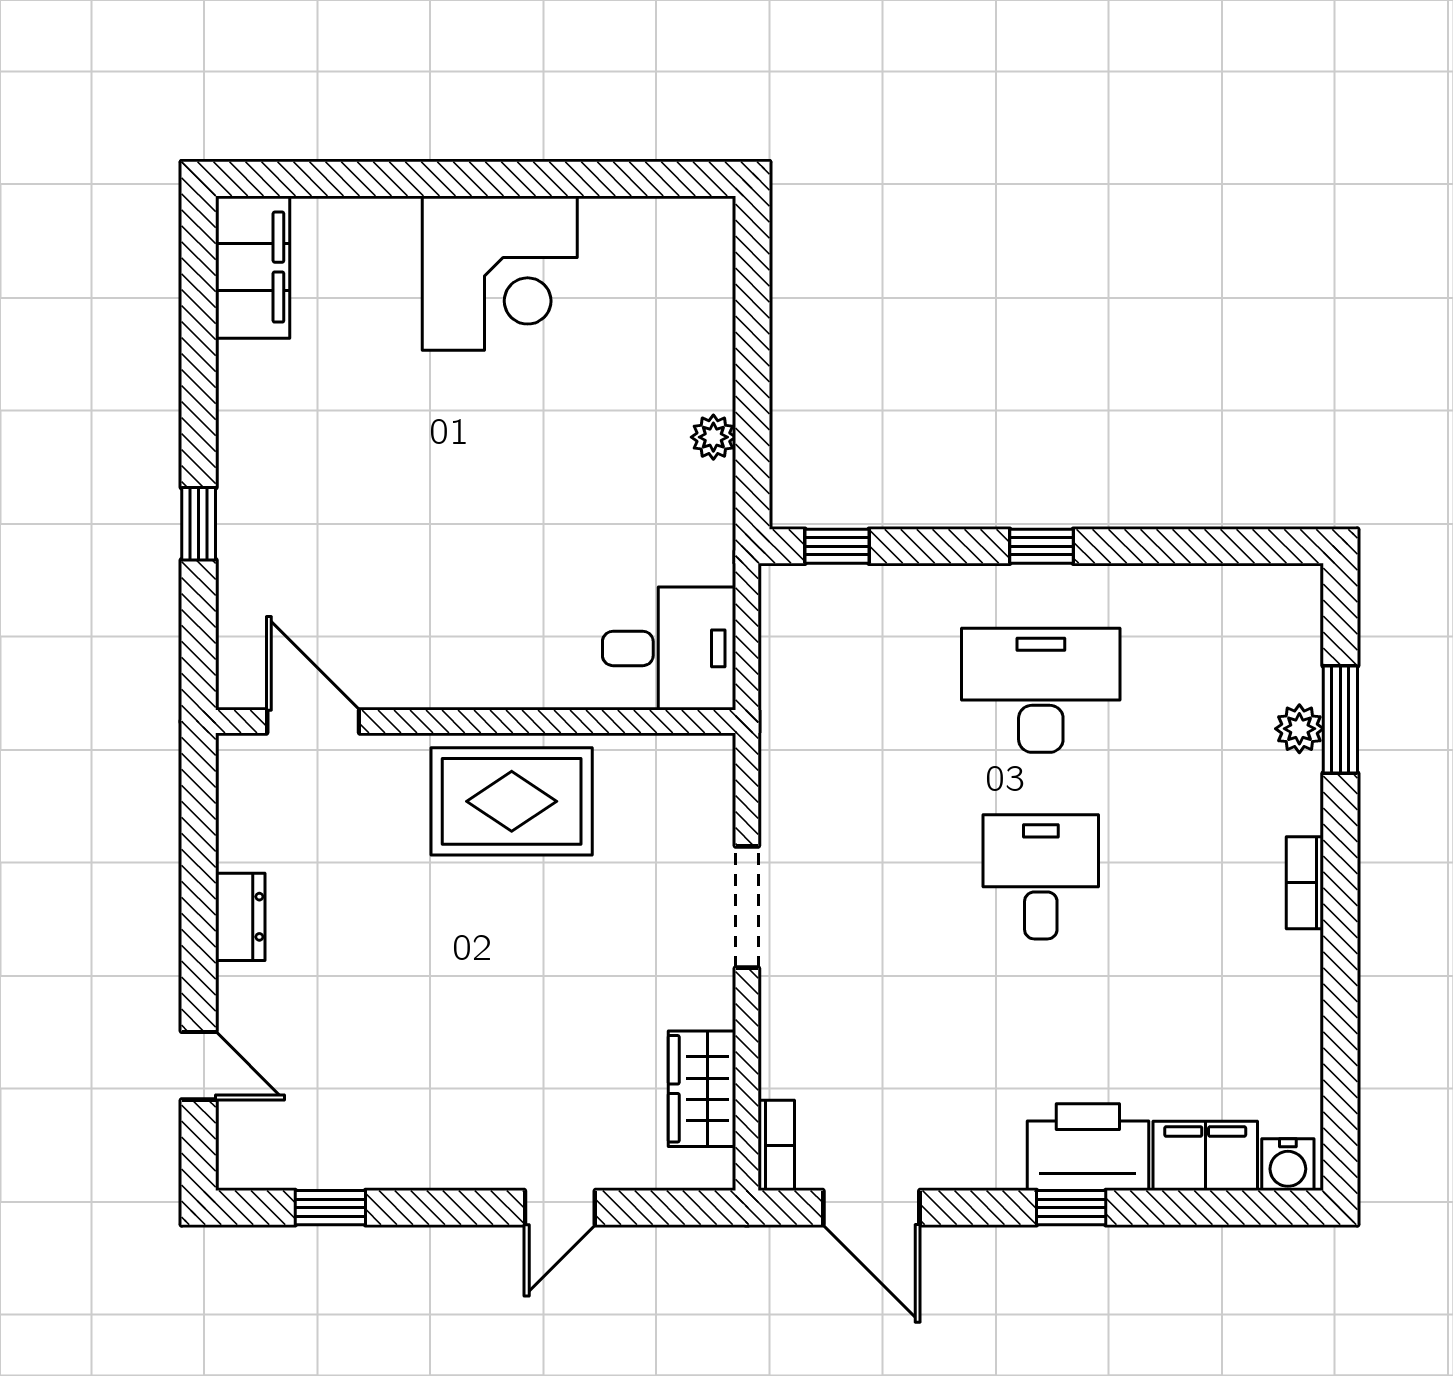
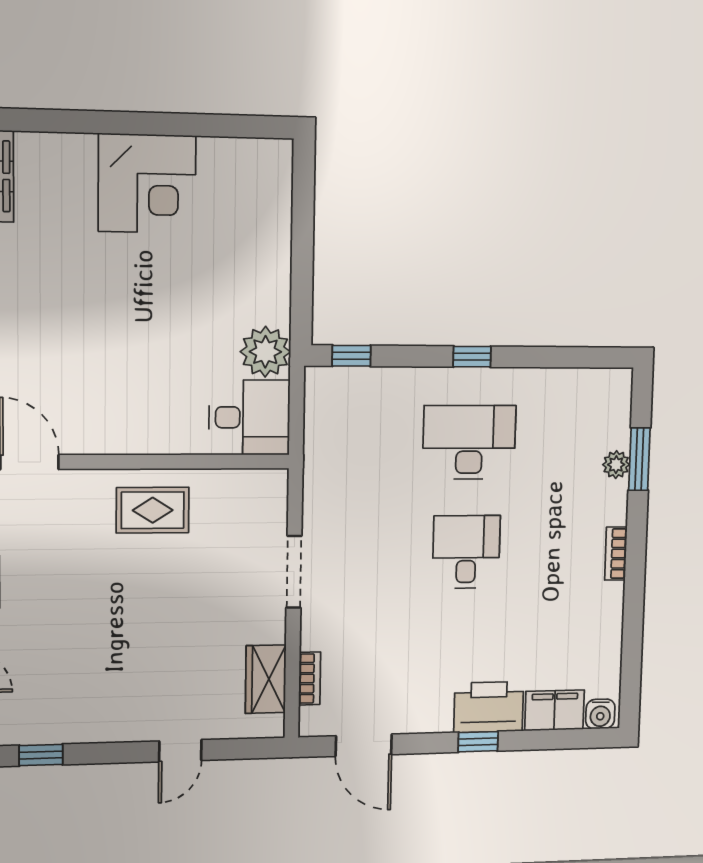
plant: (713, 437) -> (265, 352), moved, width x1.88, depth x1.88
rug: (512, 801) -> (153, 510), width x0.73, depth x0.70
bookcase: (776, 1145) -> (310, 678), moved

